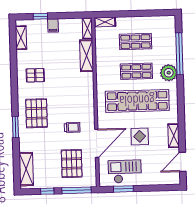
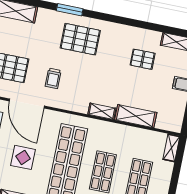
shelving: (87, 28) -> (102, 111), moved
pallet: (35, 75) -> (143, 59), moved, turned 90

